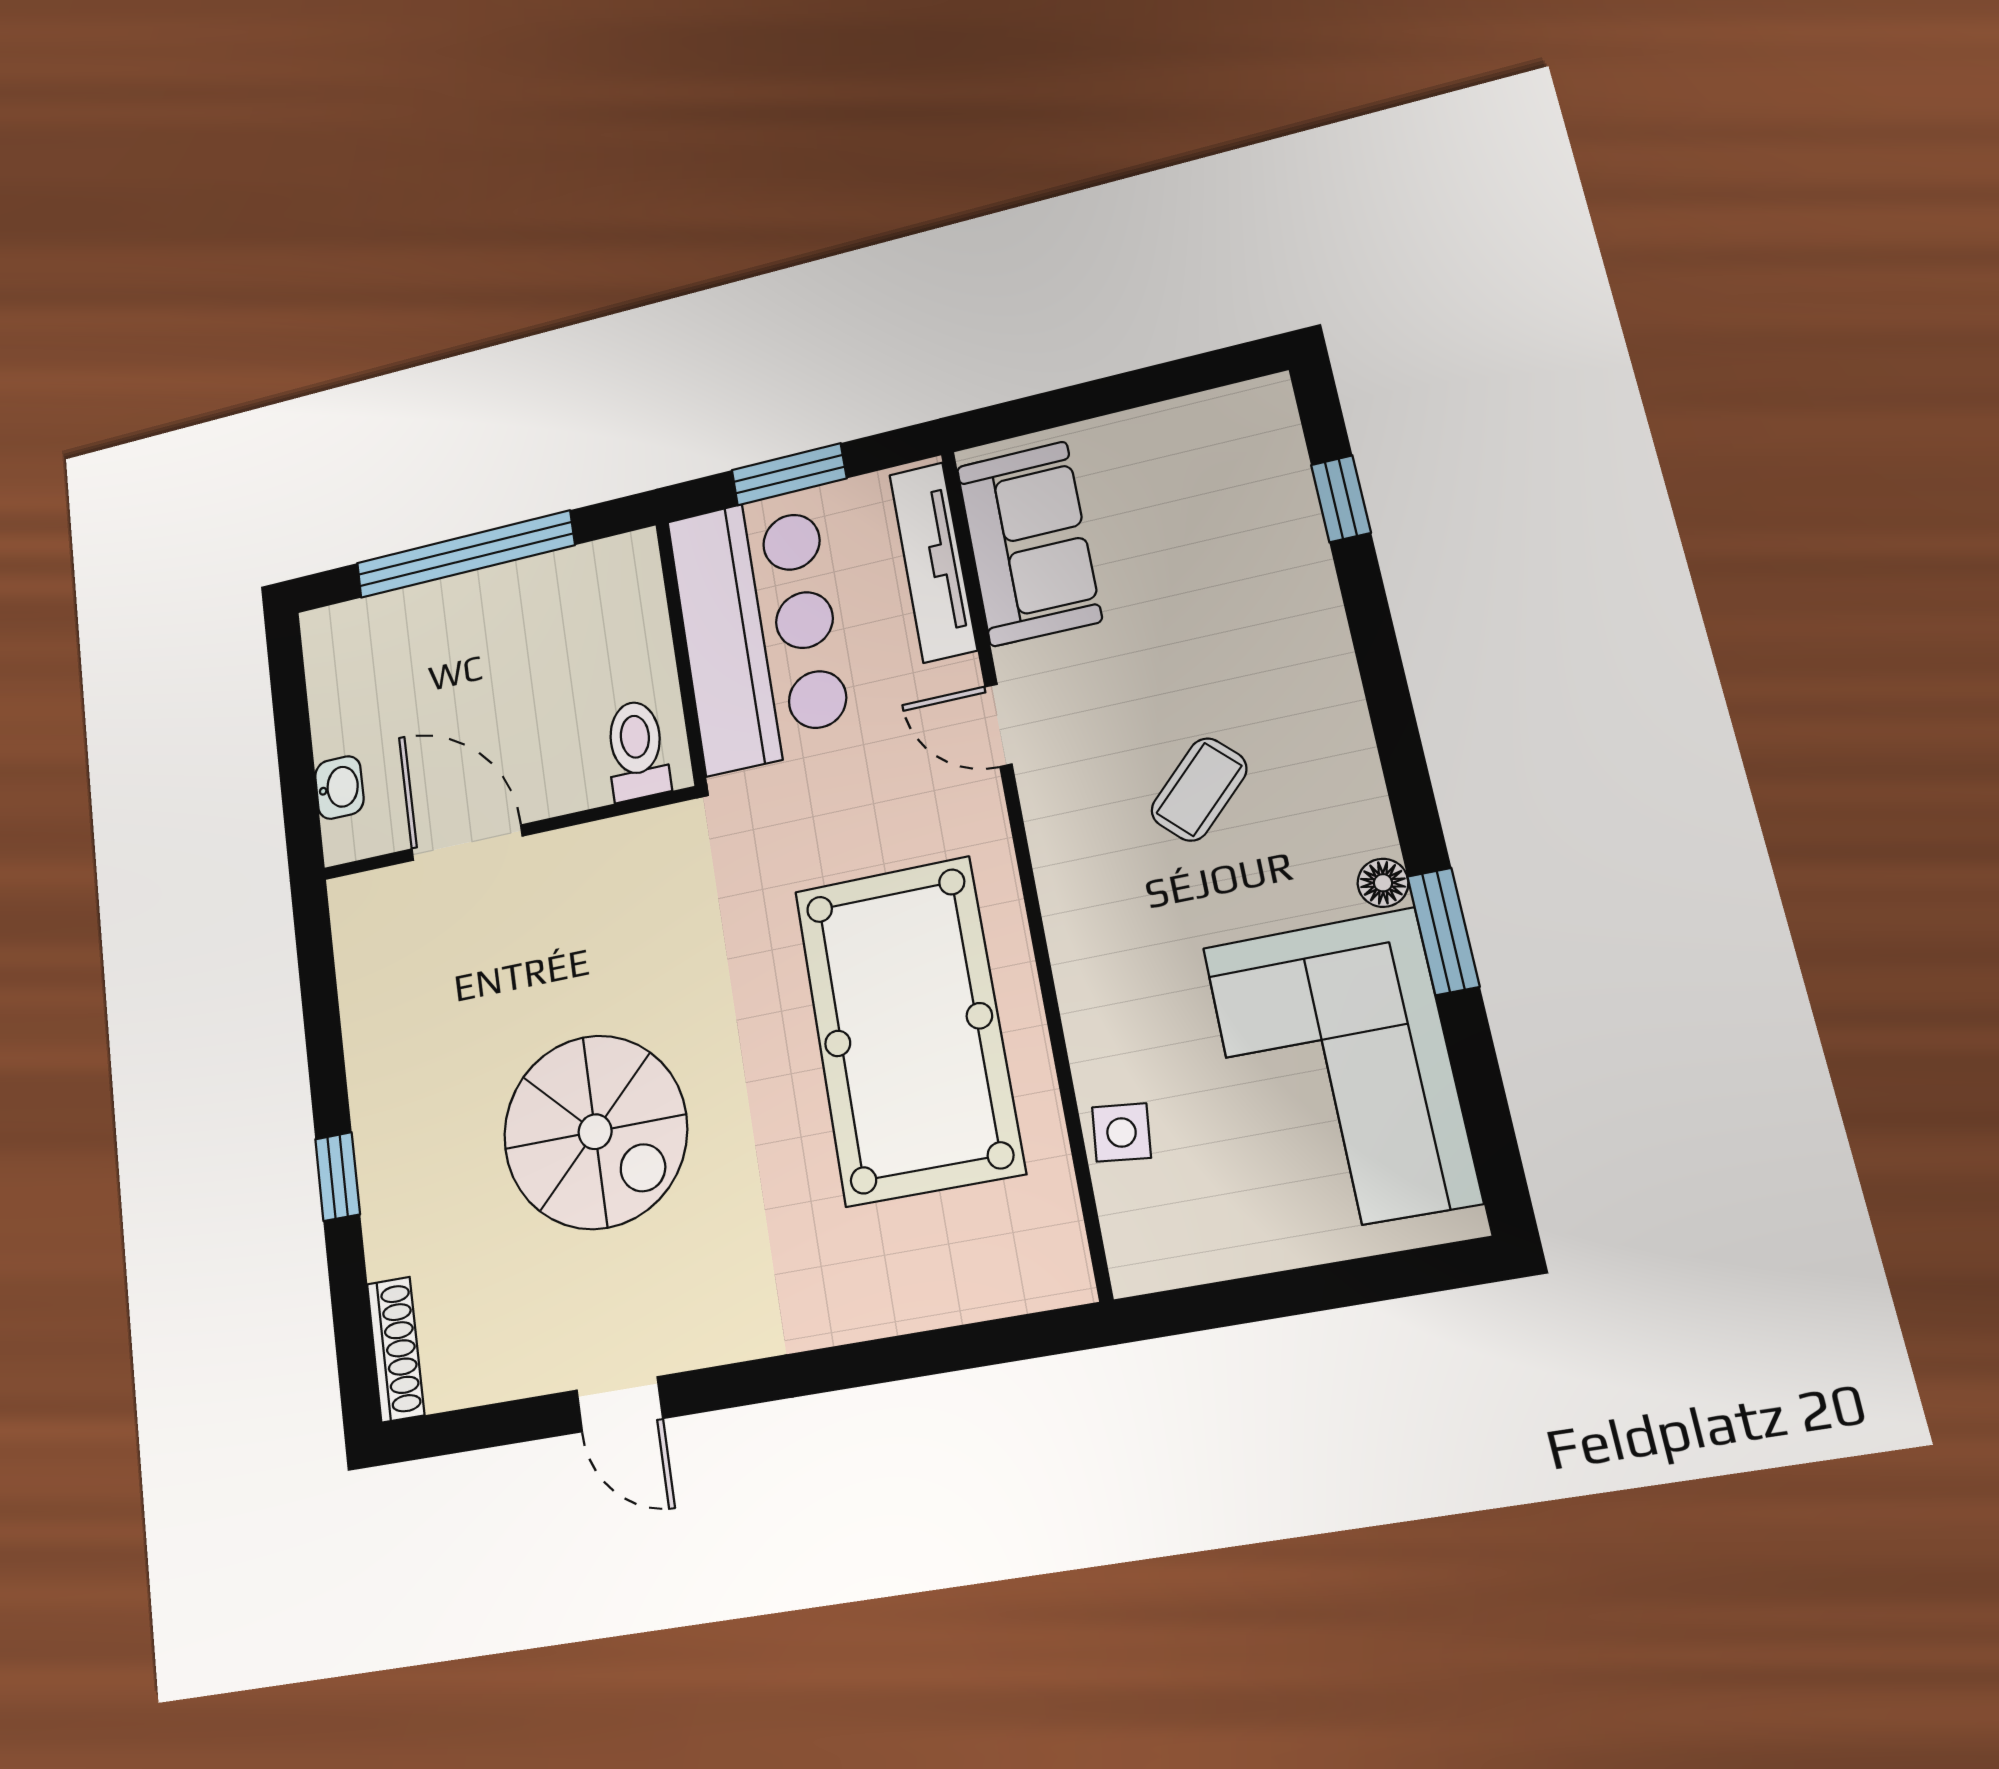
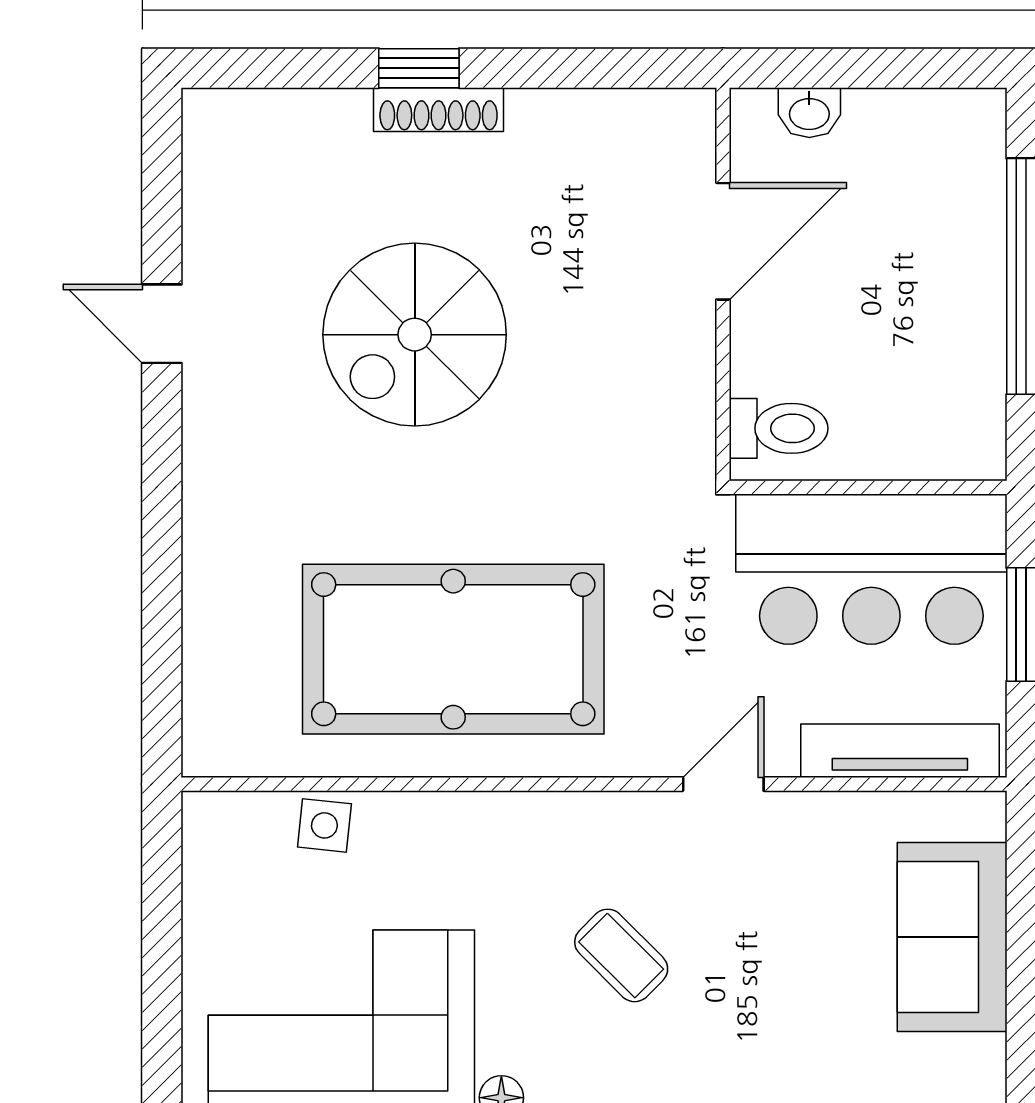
sofa: (1029, 543) -> (952, 937), moved, turned 90
shoe rack: (396, 1349) -> (439, 110), moved
door: (620, 1404) -> (162, 324), hinge flipped

